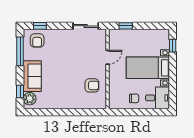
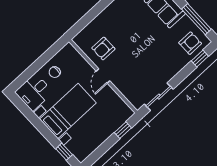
armchair: (37, 40) -> (190, 43), turned 90
door: (107, 57) -> (103, 76), moved

